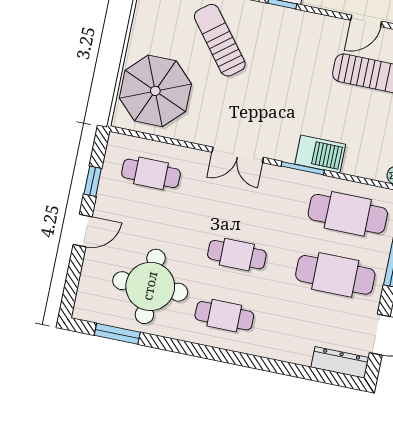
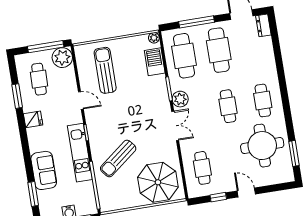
door: (366, 21) -> (81, 100), moved
barbecue: (320, 154) -> (155, 62), moved
plant: (279, 180) -> (180, 99), added
dresser: (340, 362) -> (263, 25), width x0.70

